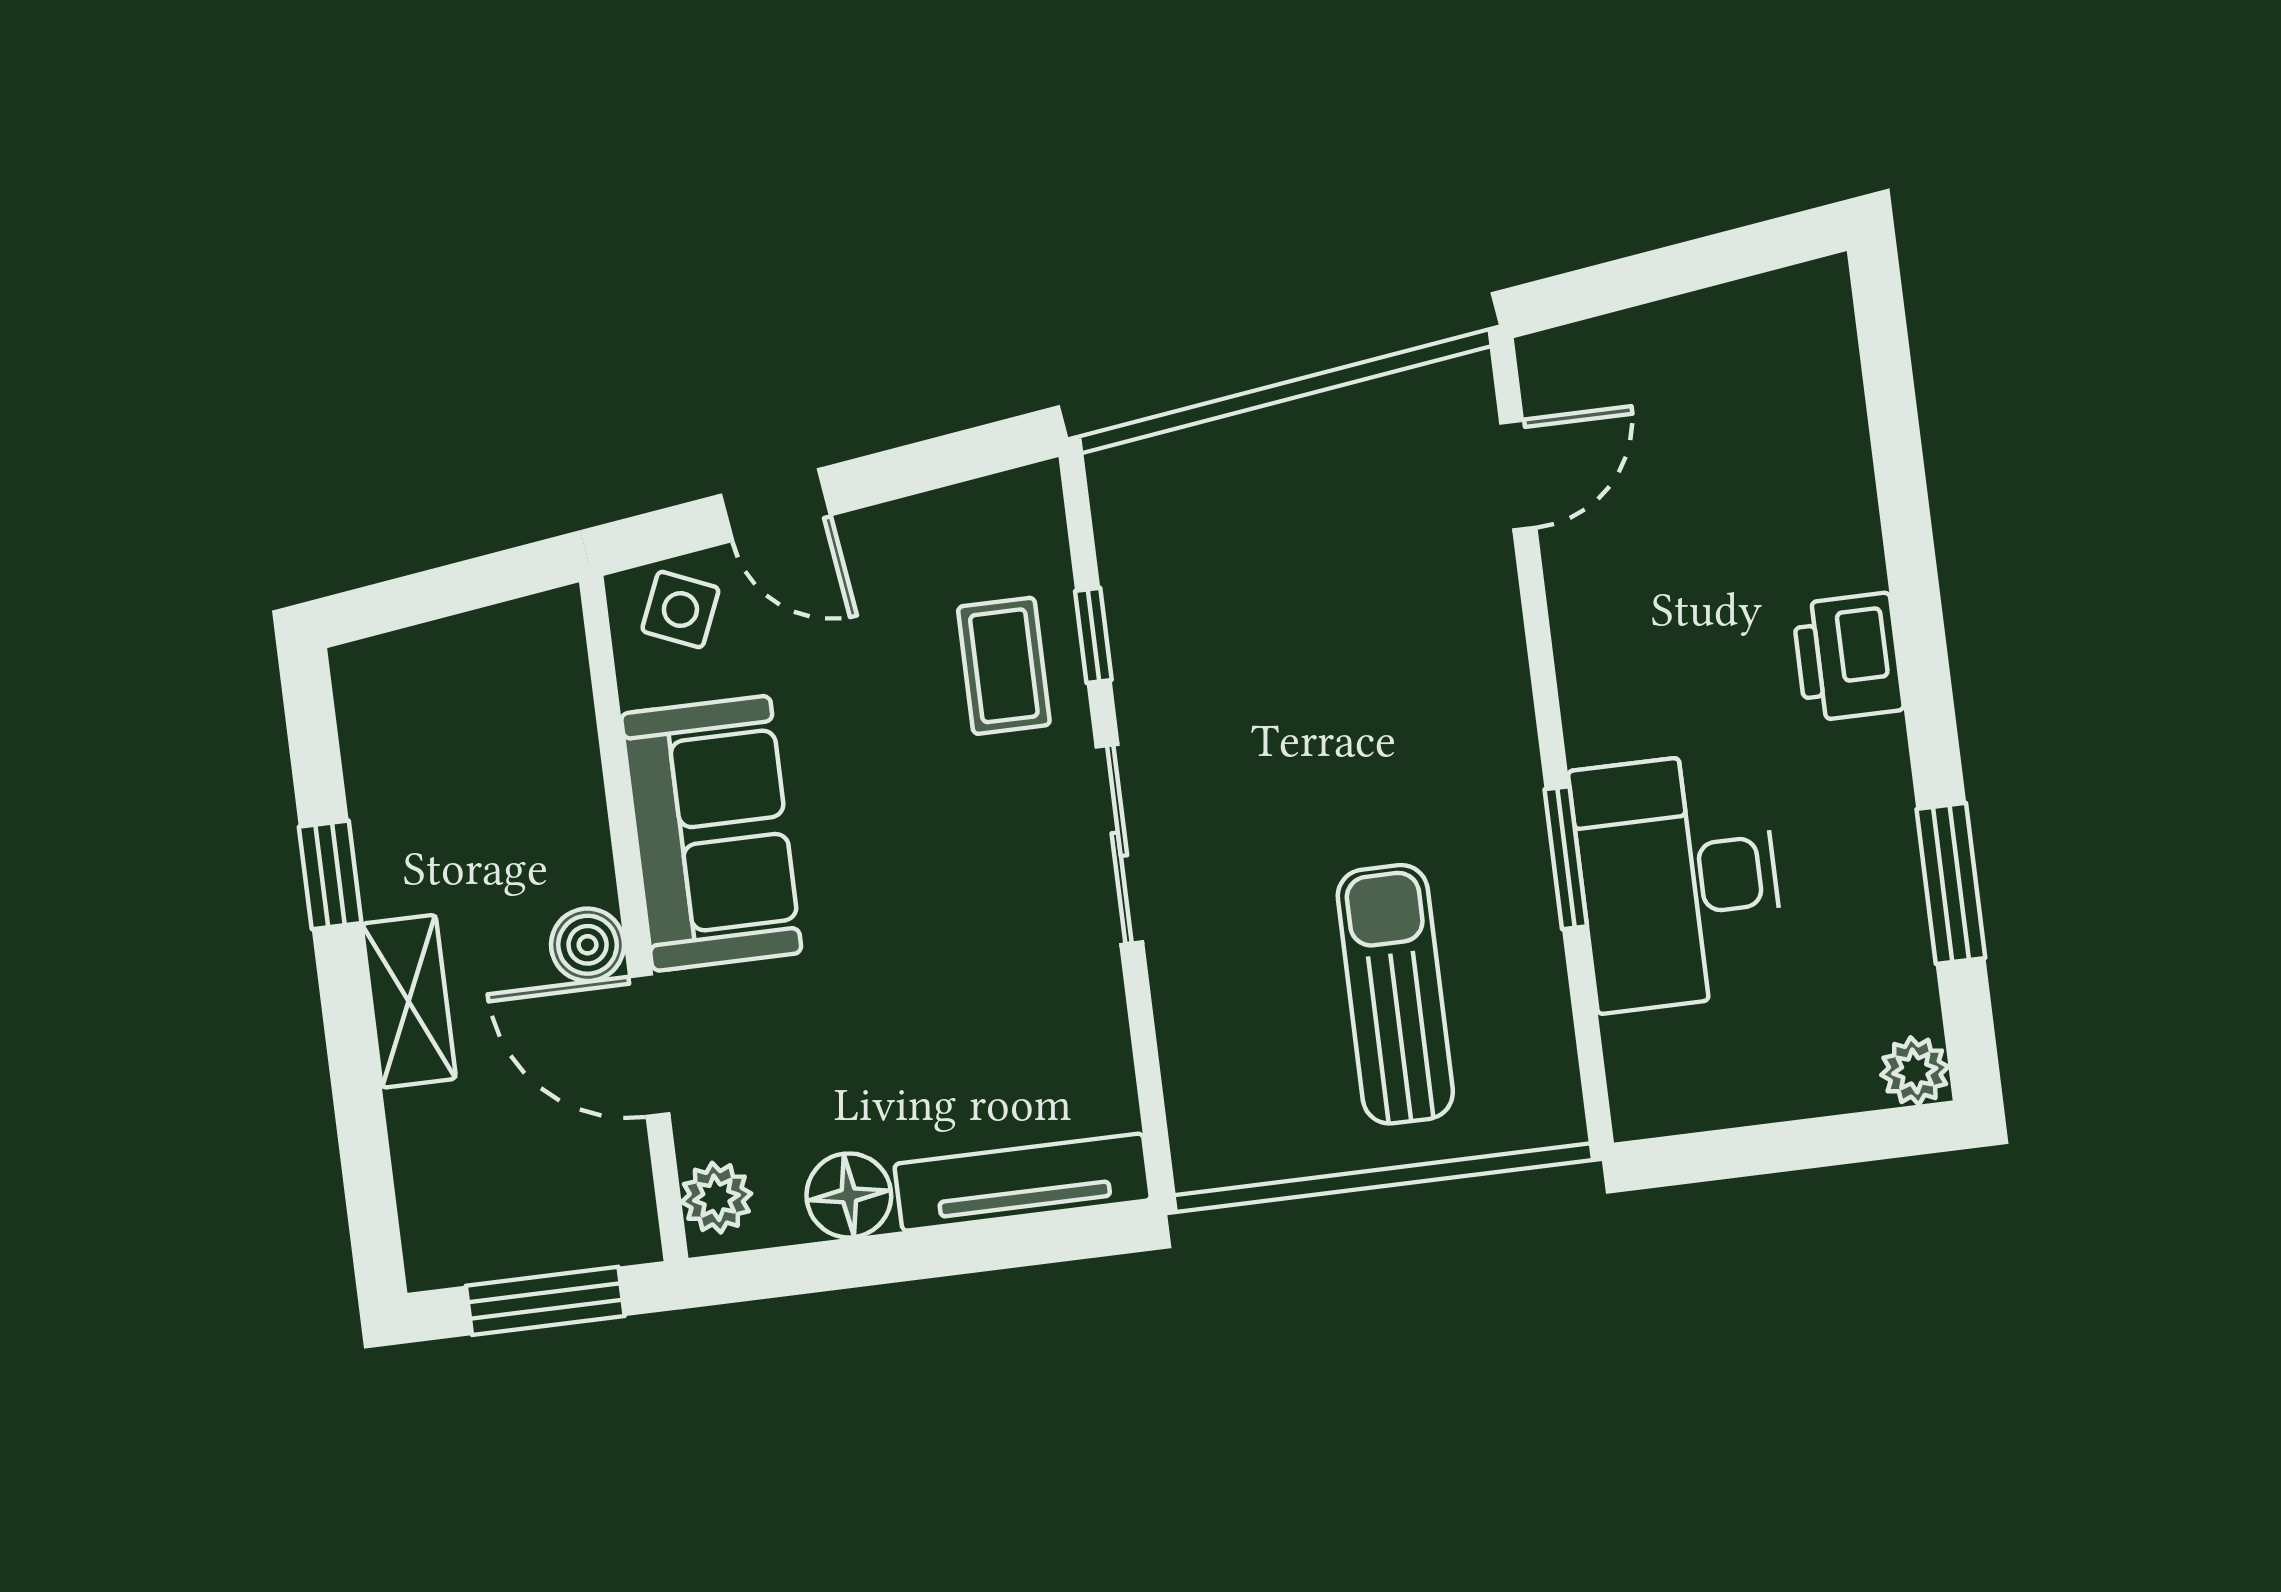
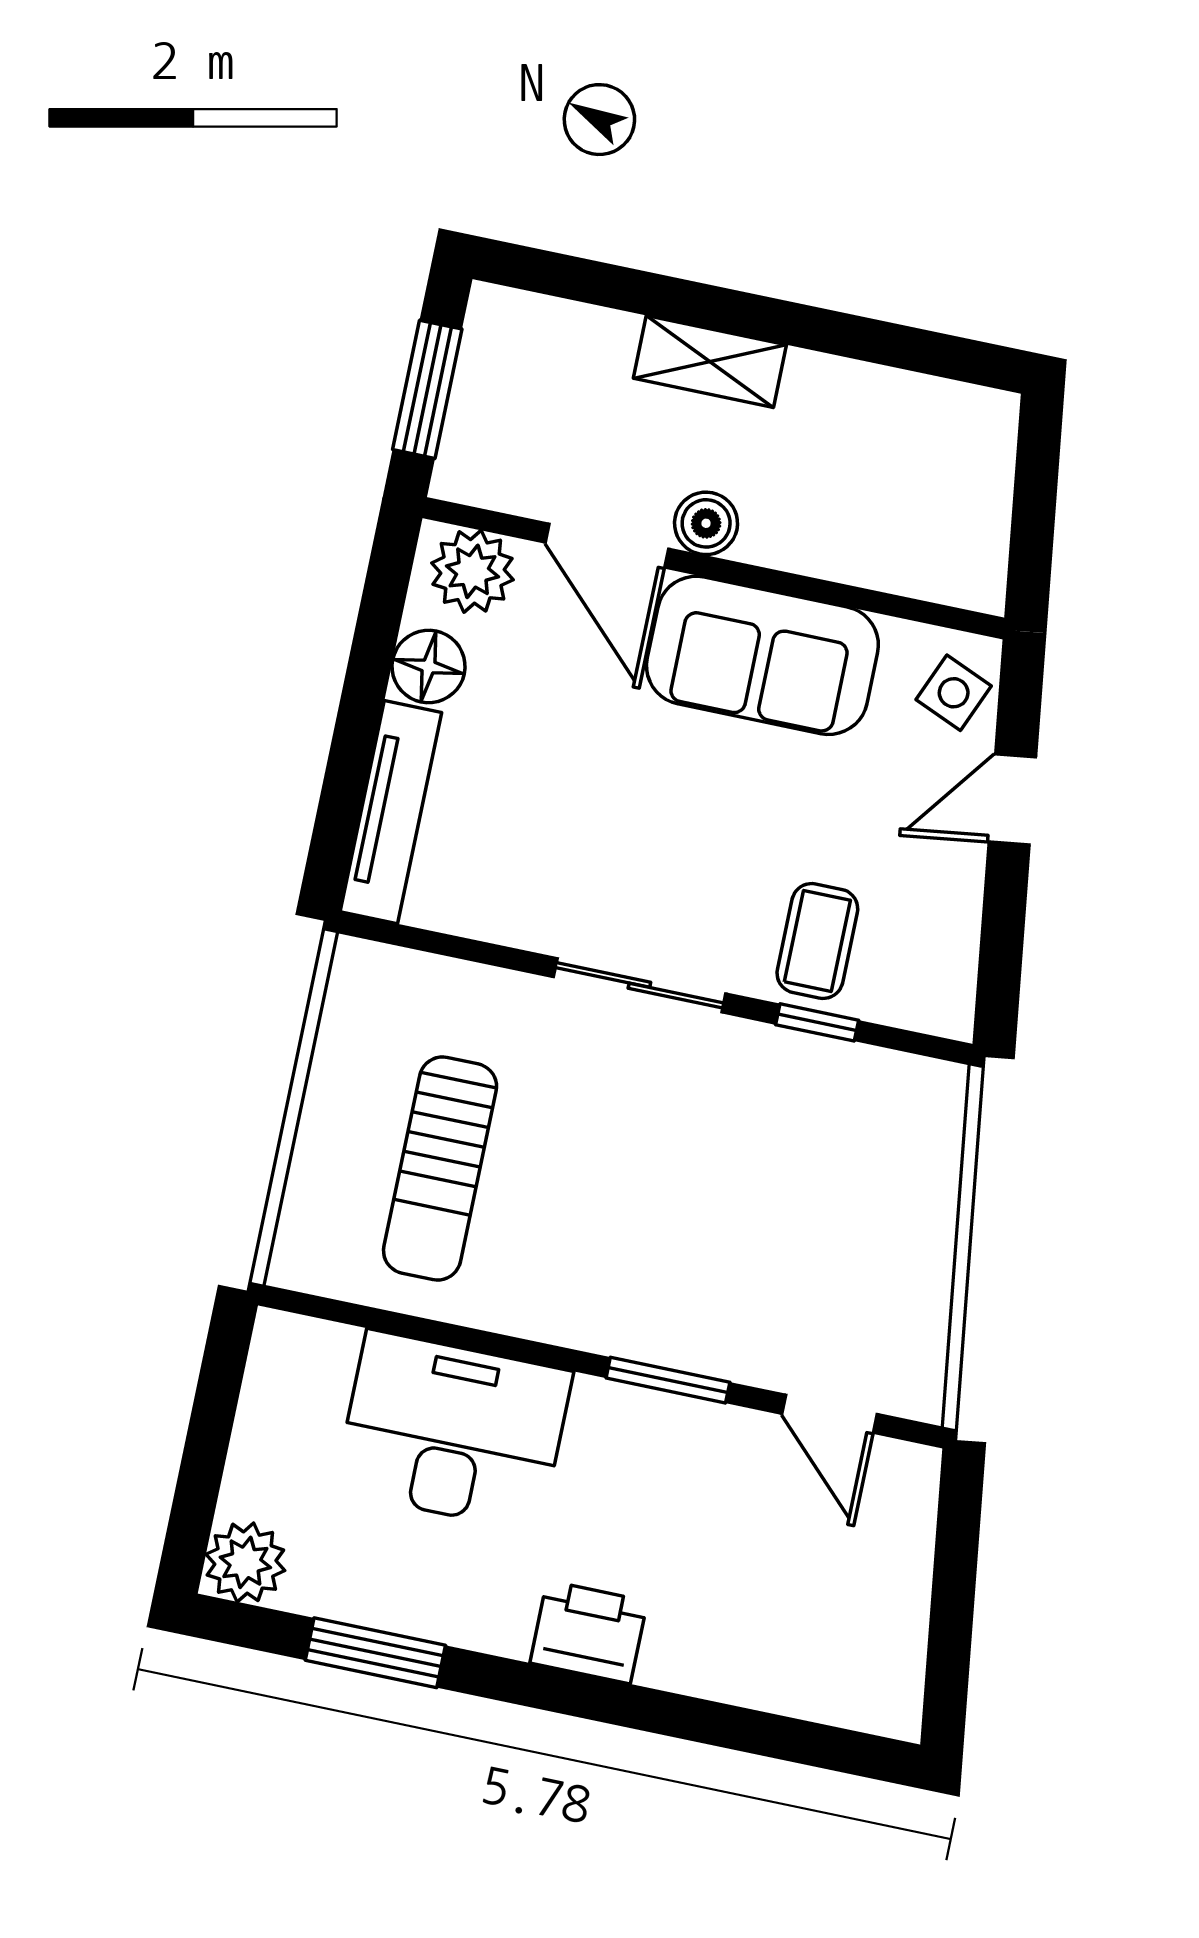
coffee table: (1004, 666) -> (817, 941), turned 90
window: (1566, 858) -> (668, 1380), moved
window: (330, 875) -> (835, 333), removed
sun lounger: (1395, 994) -> (440, 1169), turned 90
door: (649, 1045) -> (607, 546), swing flipped
plant: (1915, 1071) -> (245, 1562), width x1.38, depth x1.38
plant: (716, 1198) -> (473, 571), width x1.38, depth x1.38

